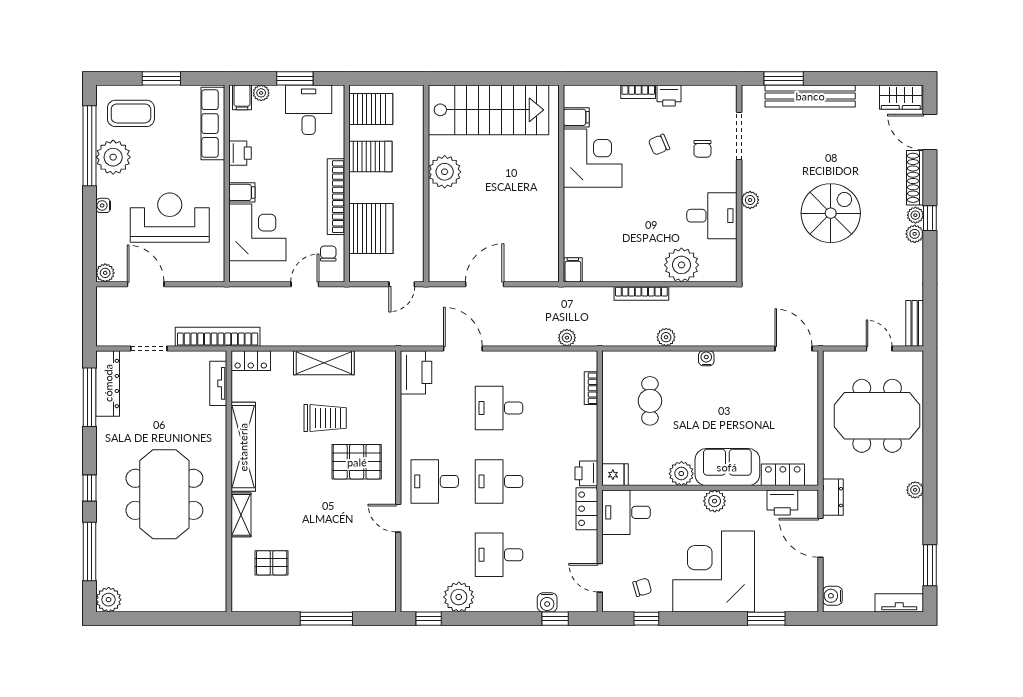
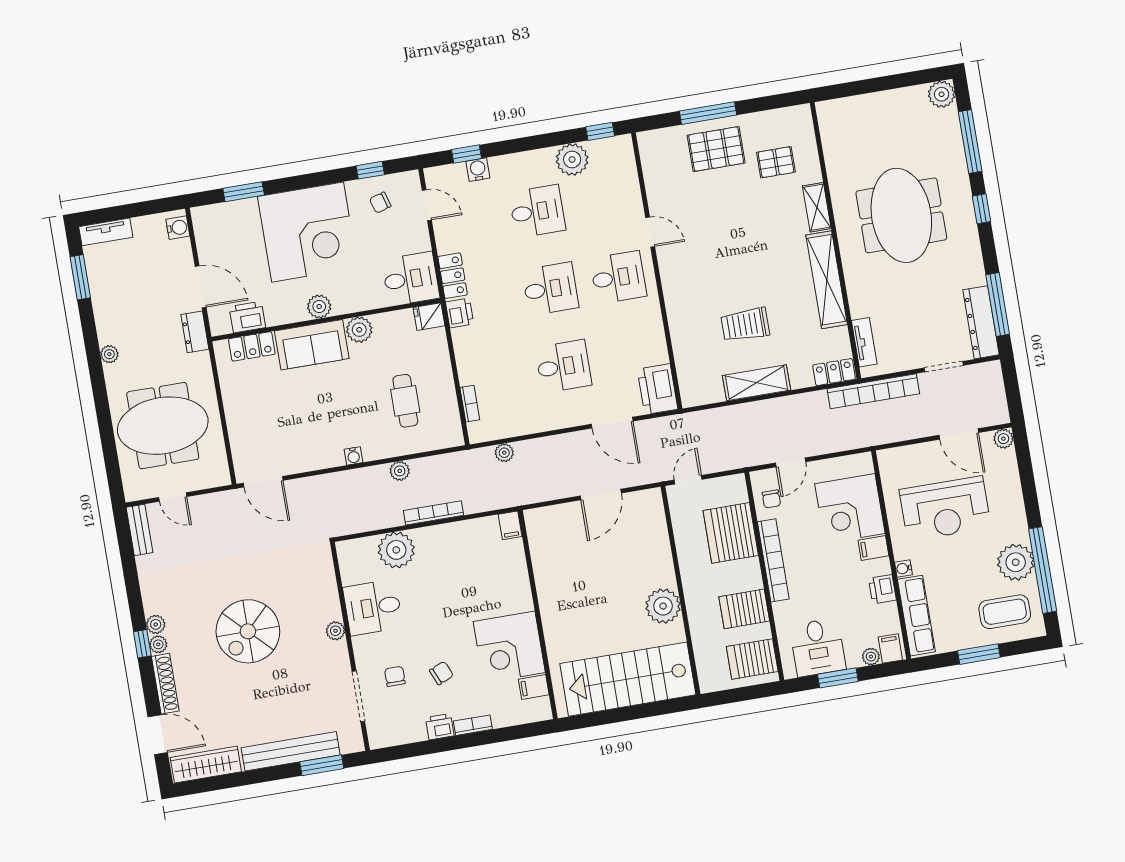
wardrobe: (901, 97) -> (206, 765), width x1.50
water cooler: (103, 205) -> (904, 568), moved, turned 180
pallet: (357, 462) -> (716, 149), moved

